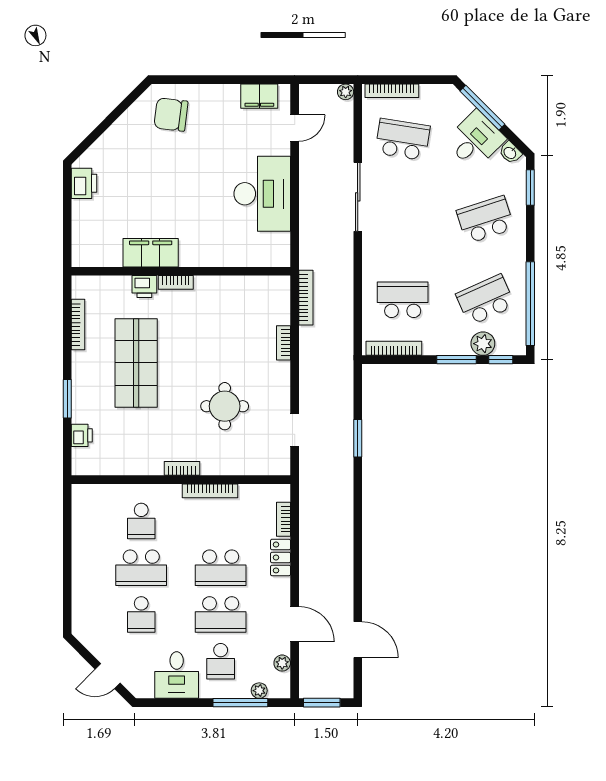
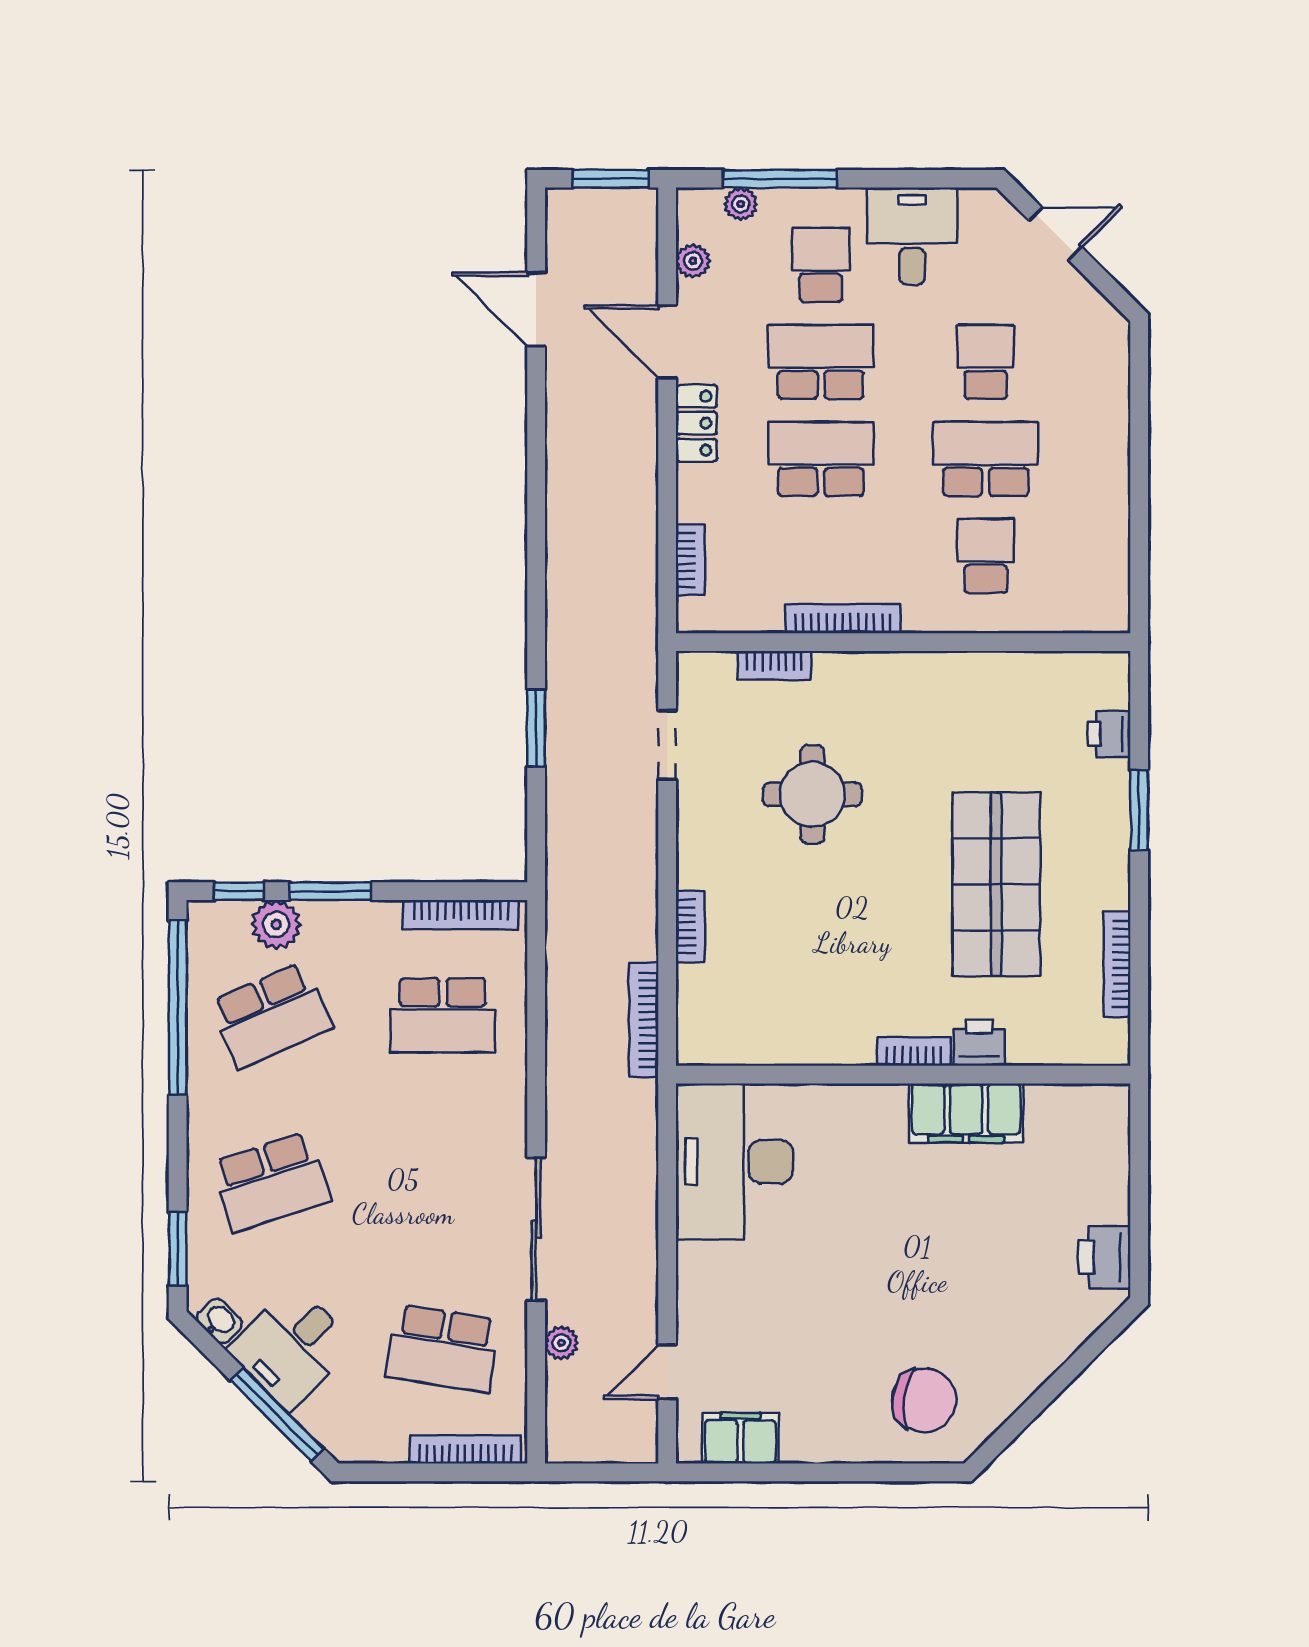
plant: (346, 92) -> (561, 1343), moved
desk: (262, 194) -> (734, 1162), moved
bookcase: (182, 468) -> (774, 665), moved
locker: (281, 557) -> (696, 423), moved

